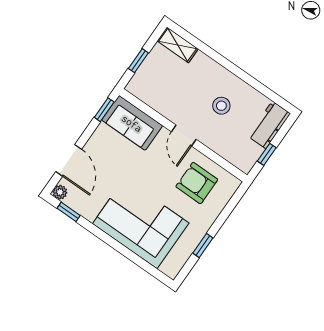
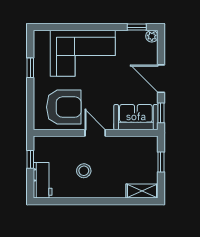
door: (69, 160) -> (161, 79), moved
armchair: (197, 183) -> (64, 107), width x1.36, depth x1.36

